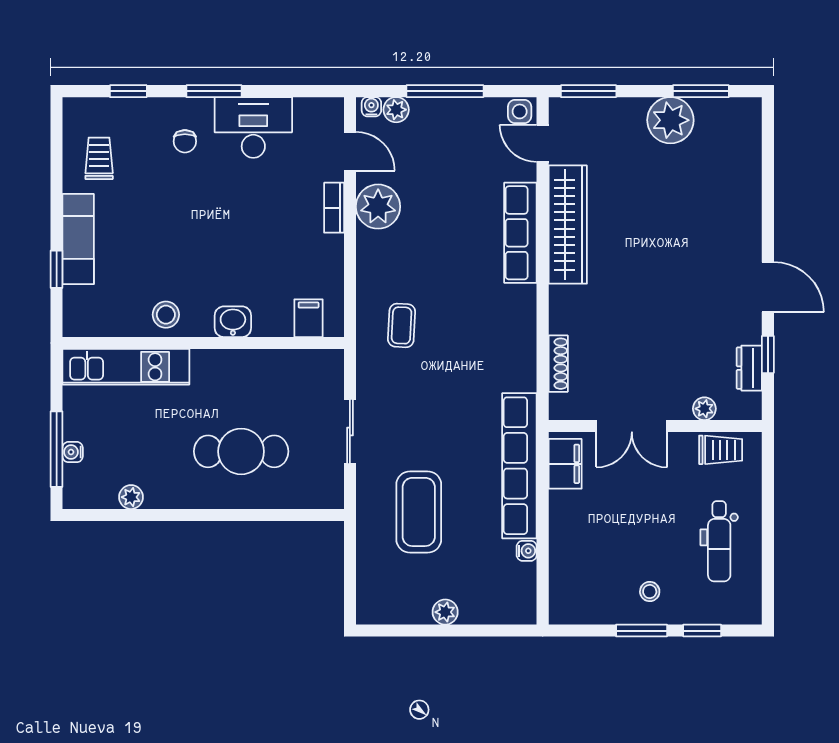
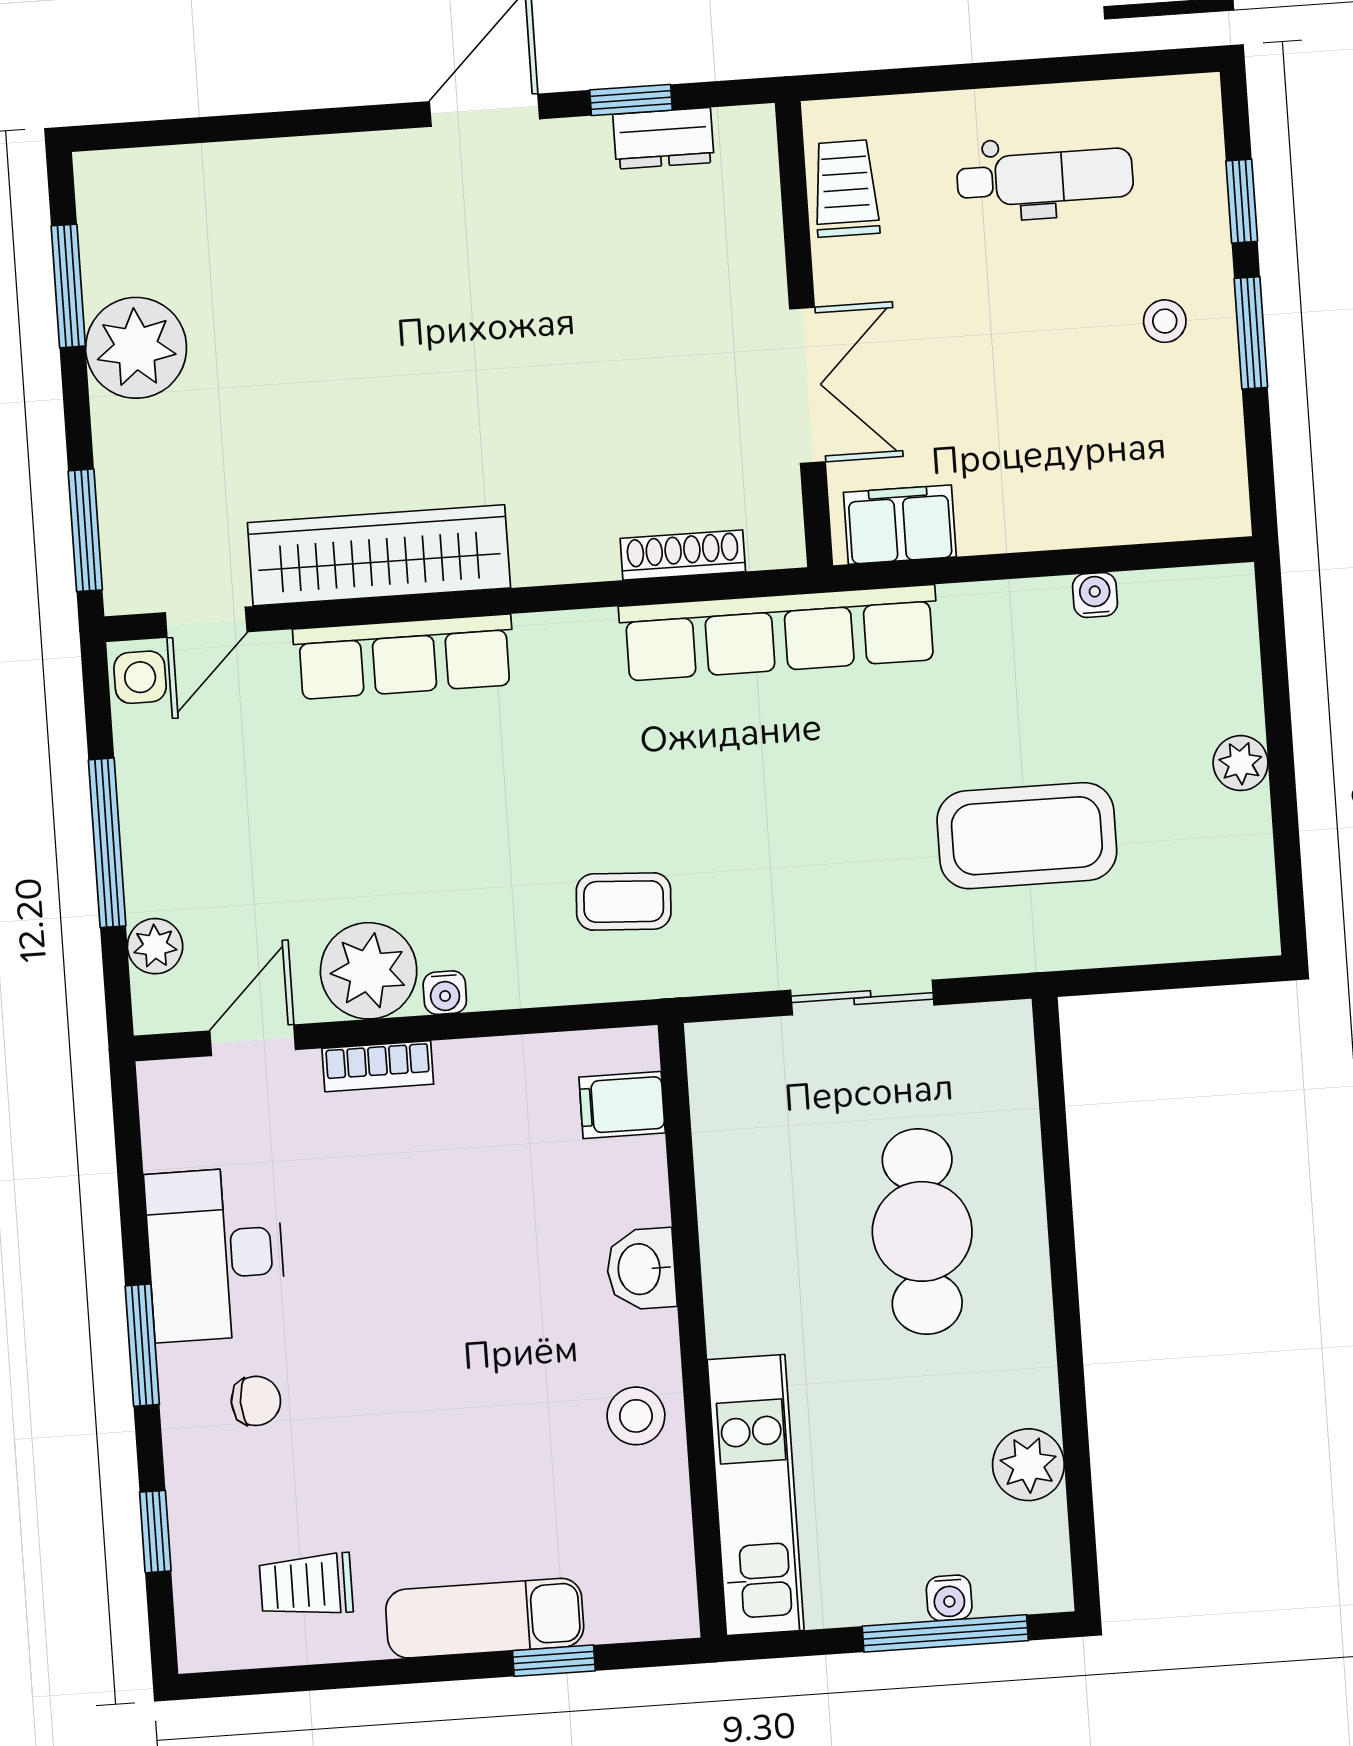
water cooler: (371, 107) -> (445, 993), moved, turned -90
plant: (704, 409) -> (759, 230), removed
row of seats: (519, 466) -> (779, 633), moved
plant: (131, 497) -> (1028, 1465), width x1.38, depth x1.38

